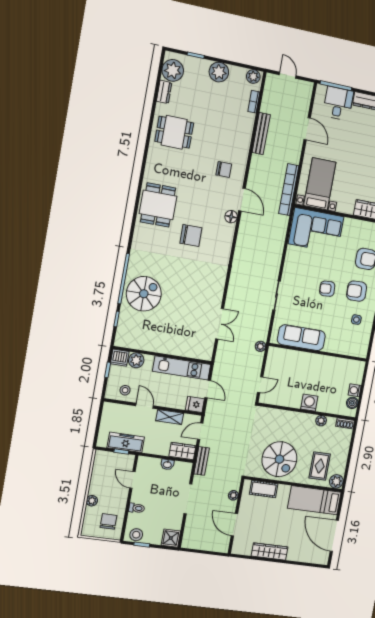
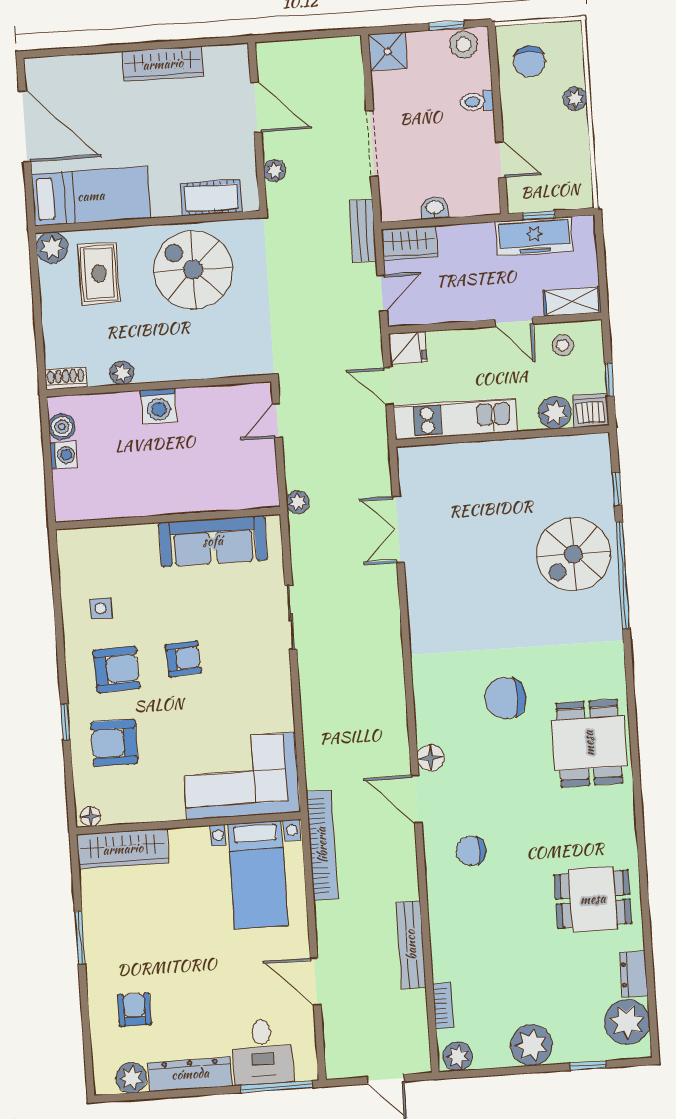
shelving: (170, 417) -> (572, 302), moved

